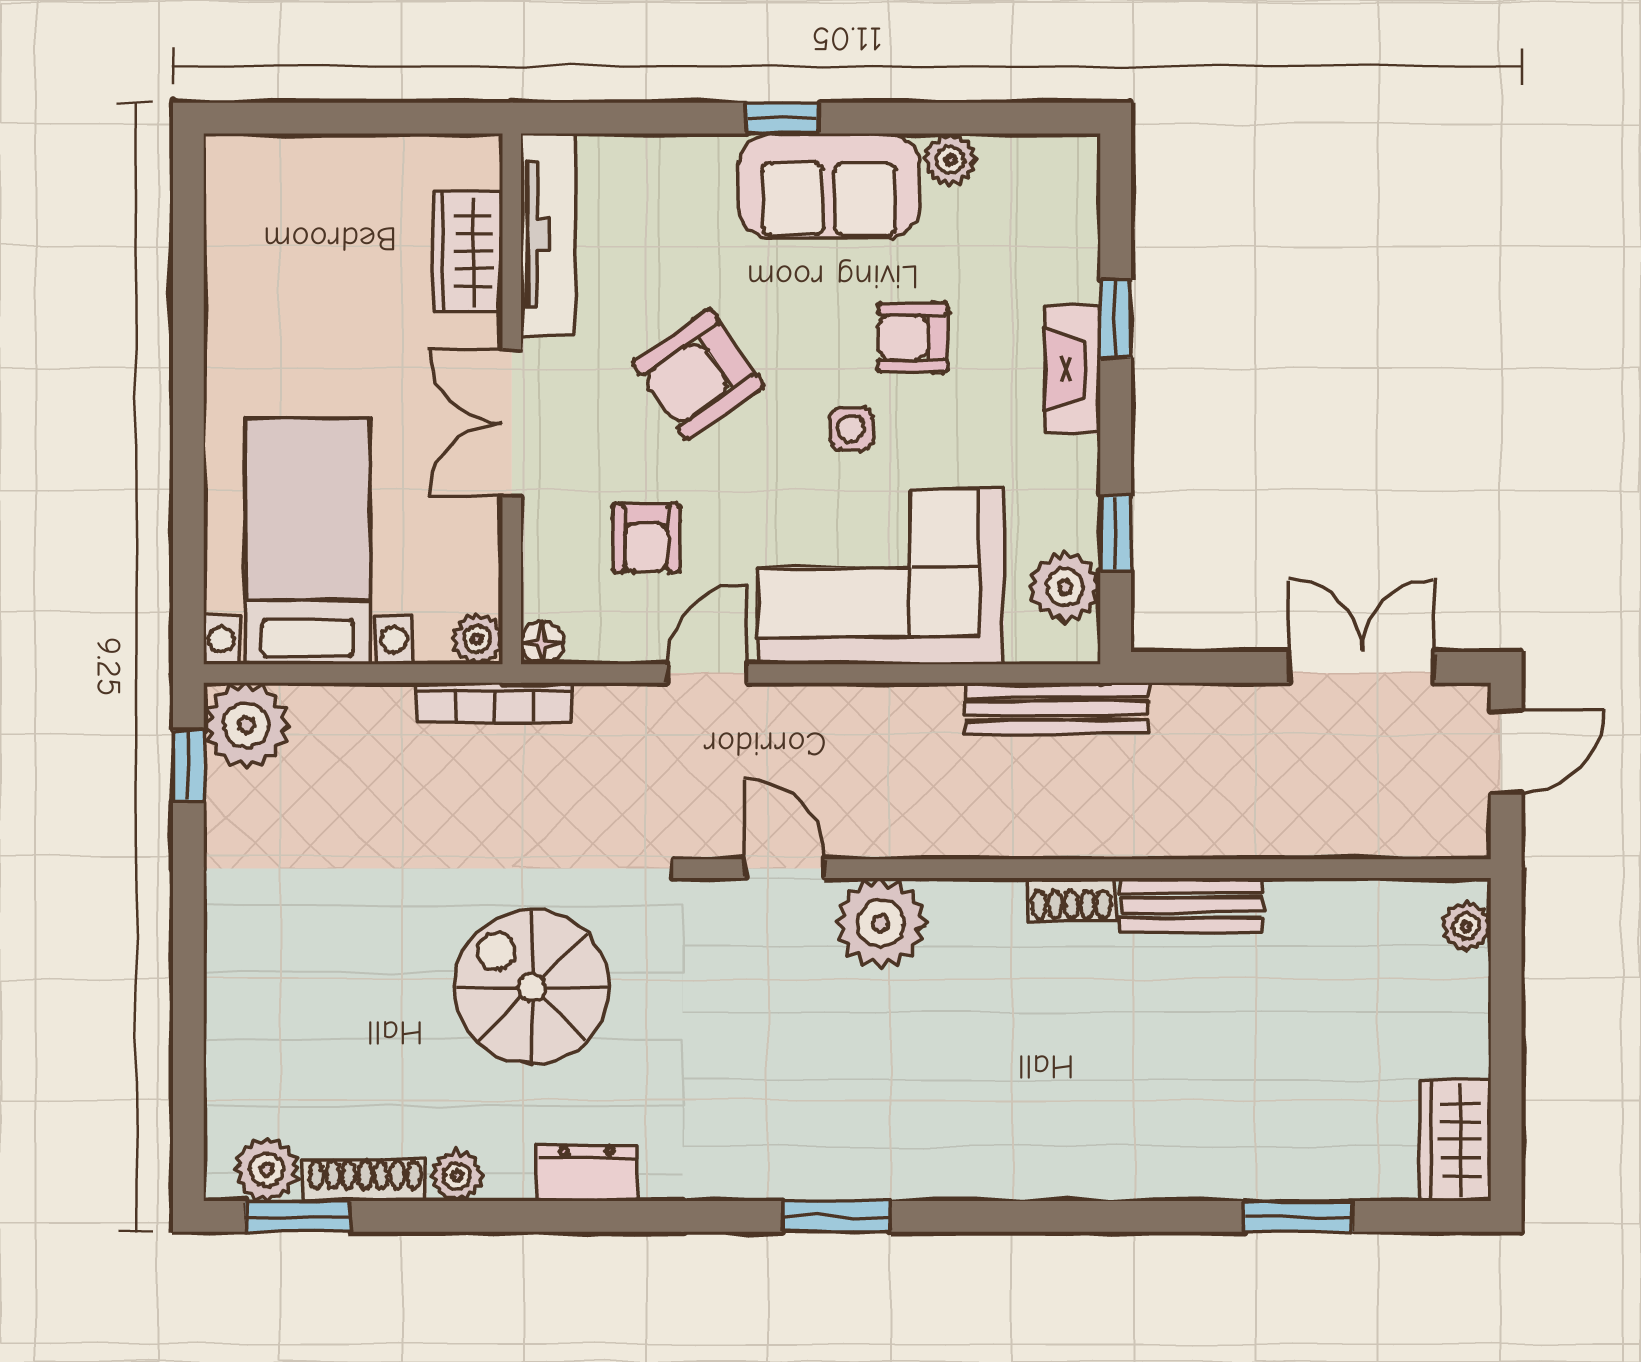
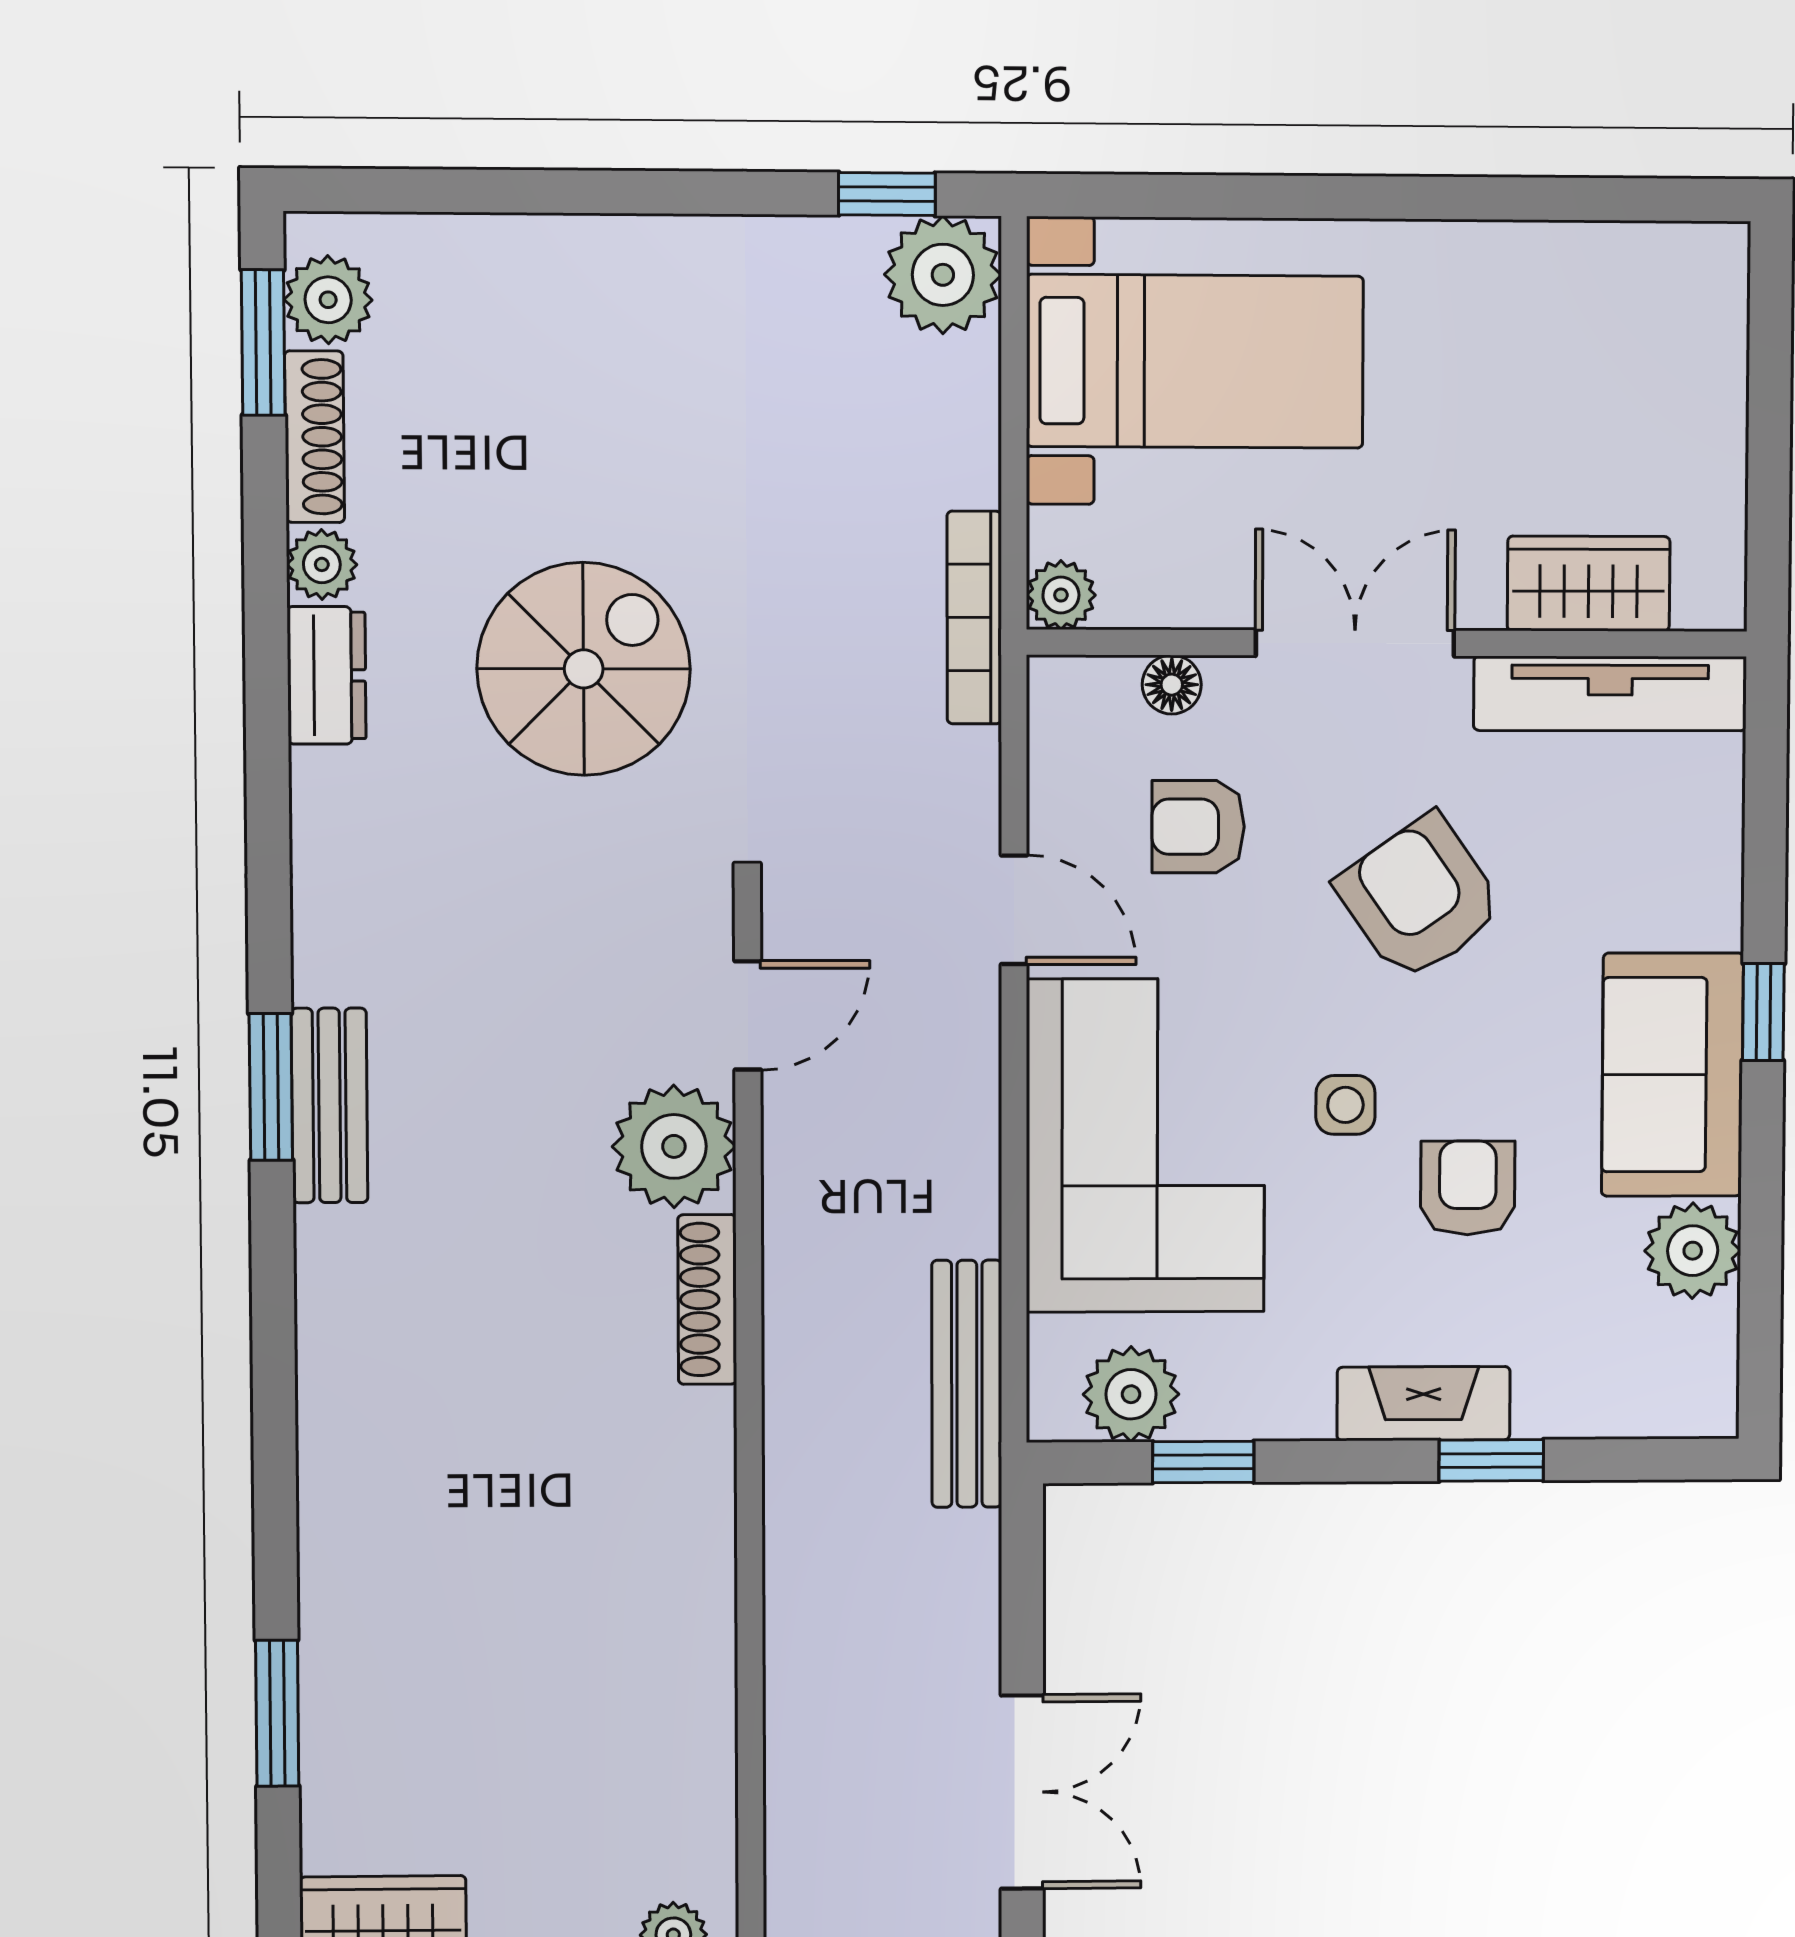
plant: (950, 160) -> (1693, 1251), width x1.38, depth x1.38
floor lamp: (542, 643) -> (1172, 685), moved
shoe rack: (1071, 899) -> (707, 1299), moved, width x1.43
bench: (1191, 905) -> (329, 1105), moved
dresser: (587, 1173) -> (327, 675), moved

